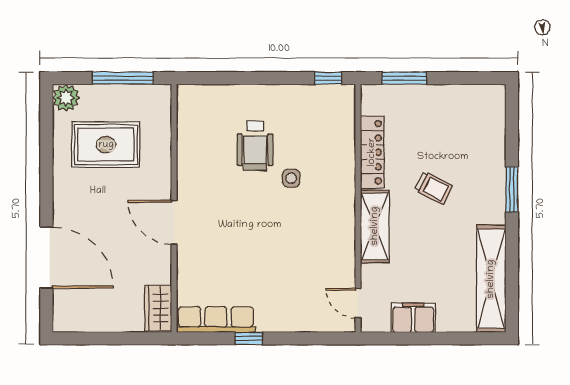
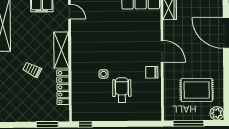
chair: (195, 181) -> (152, 72), added

